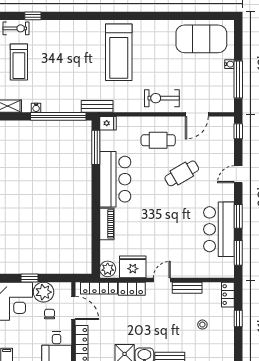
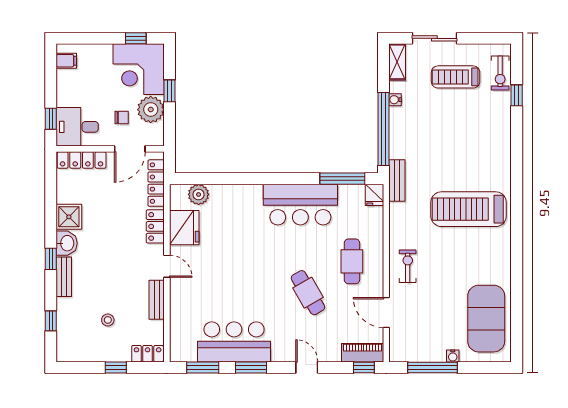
exercise bike: (162, 98) -> (408, 266), width x0.73, depth x0.72
piano: (107, 224) -> (363, 353), moved, turned 180
plant: (108, 269) -> (199, 194), moved

